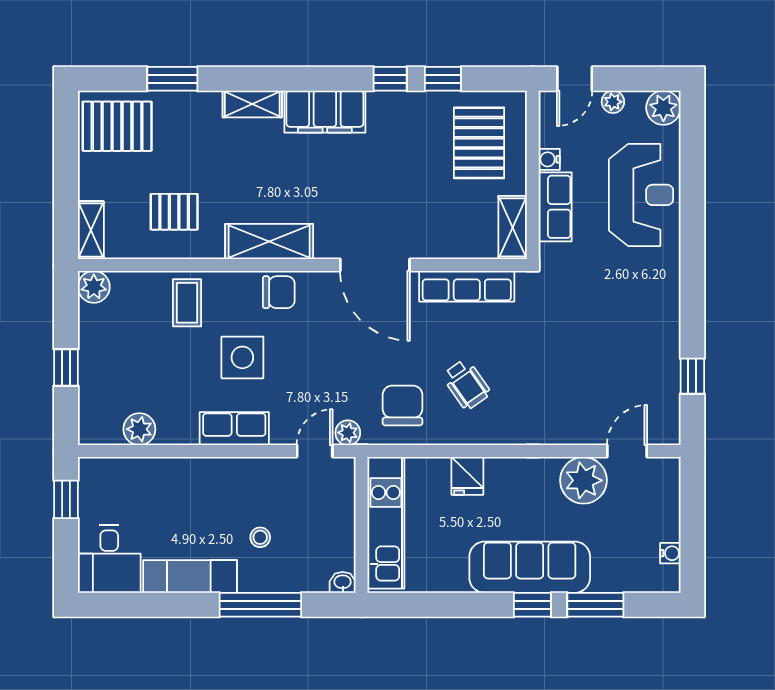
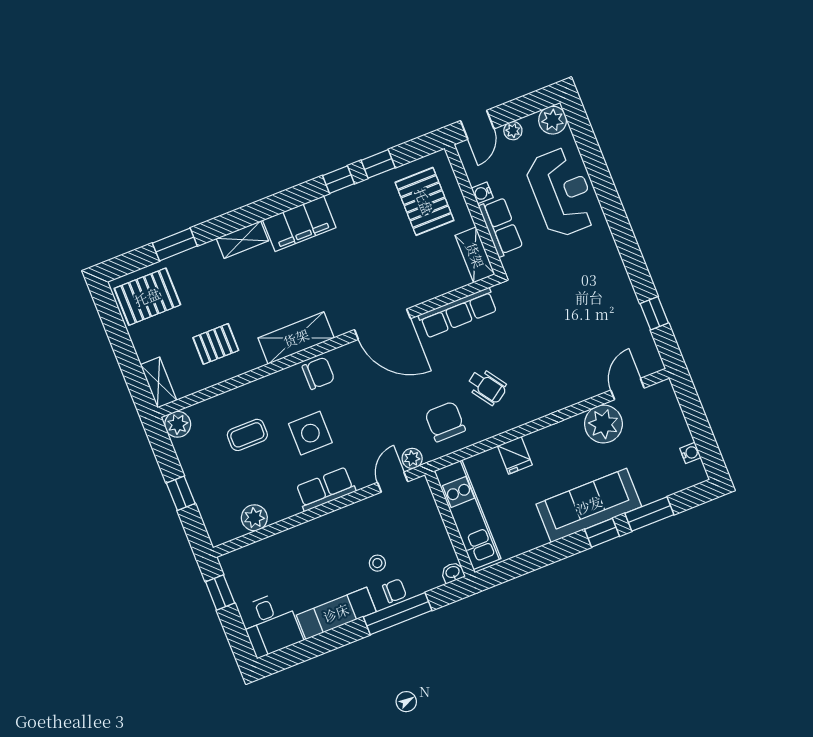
coffee table: (187, 303) -> (247, 435), moved, turned 90
chair: (267, 577) -> (394, 591), added

